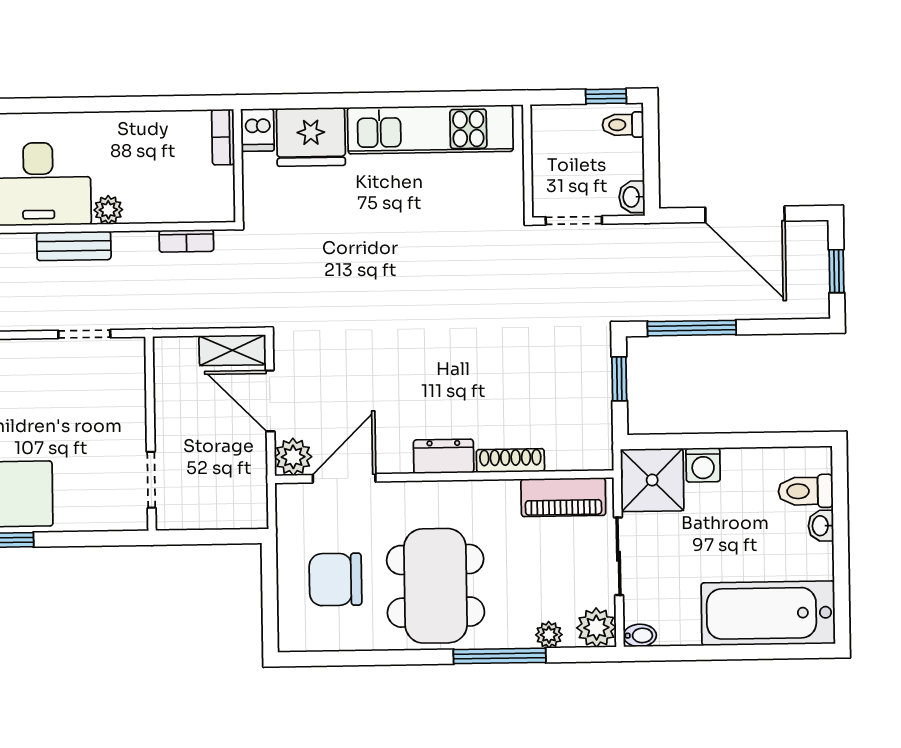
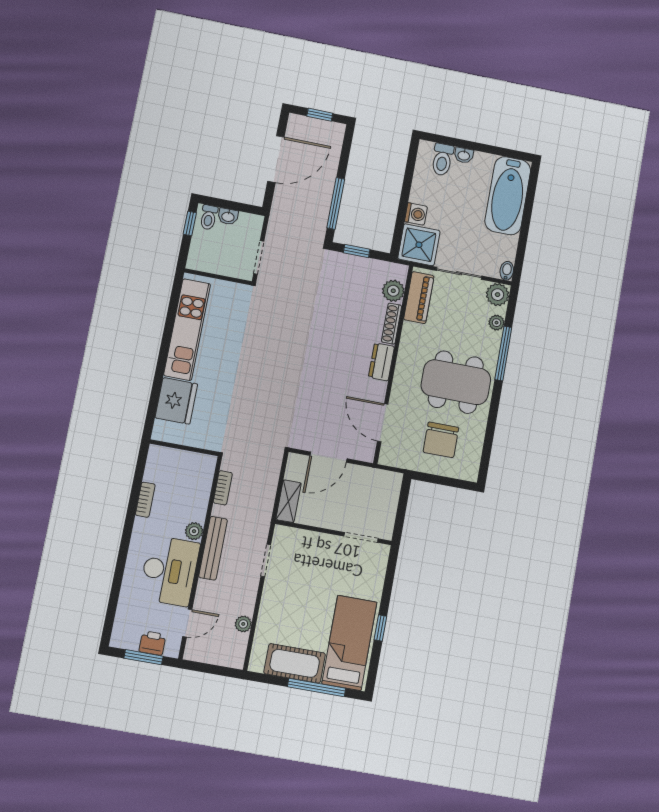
dishwasher: (257, 130) -> (165, 432), removed
bookcase: (223, 137) -> (145, 500), moved, turned -90
washbasin: (632, 197) -> (228, 216), moved
bench: (74, 246) -> (213, 548), width x1.36
shelving: (232, 350) -> (289, 501), moved
plant: (293, 457) -> (393, 291), moved

